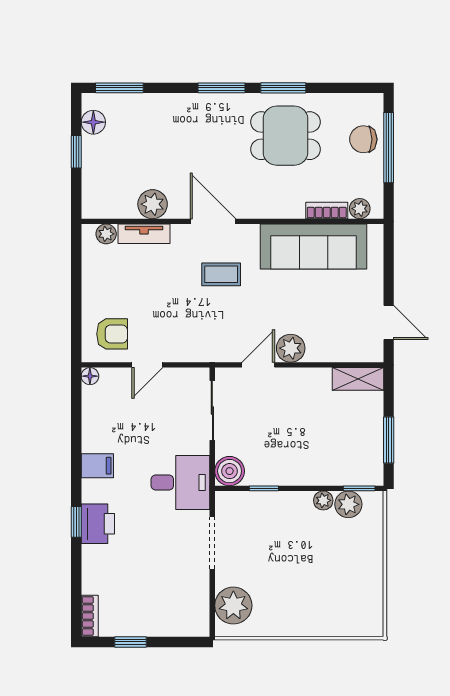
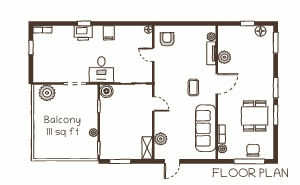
armchair: (112, 334) -> (167, 39), turned 180
plant: (291, 348) -> (161, 139), moved
plant: (348, 504) -> (92, 144), removed

